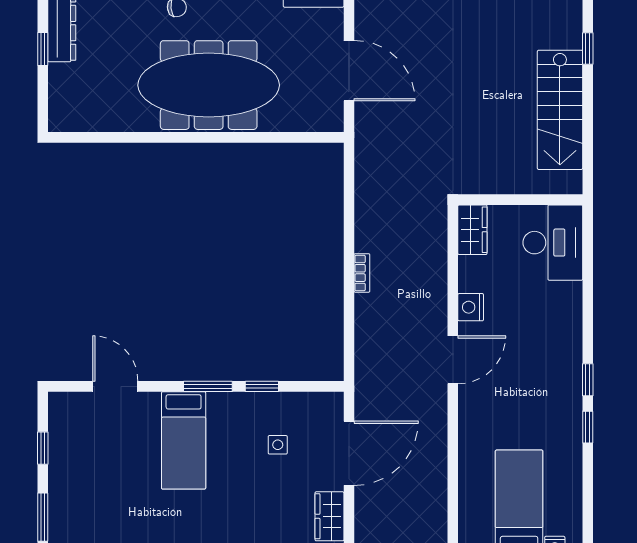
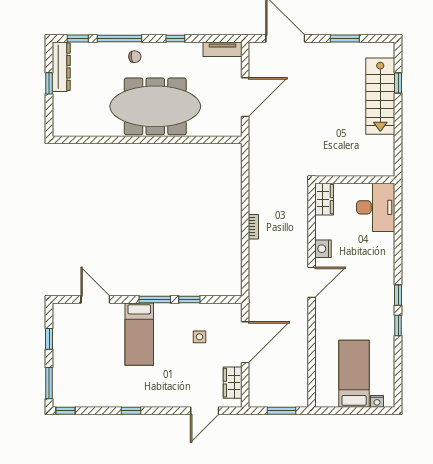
door: (349, 71) -> (245, 97), hinge flipped
stairs: (560, 110) -> (380, 96), moved

